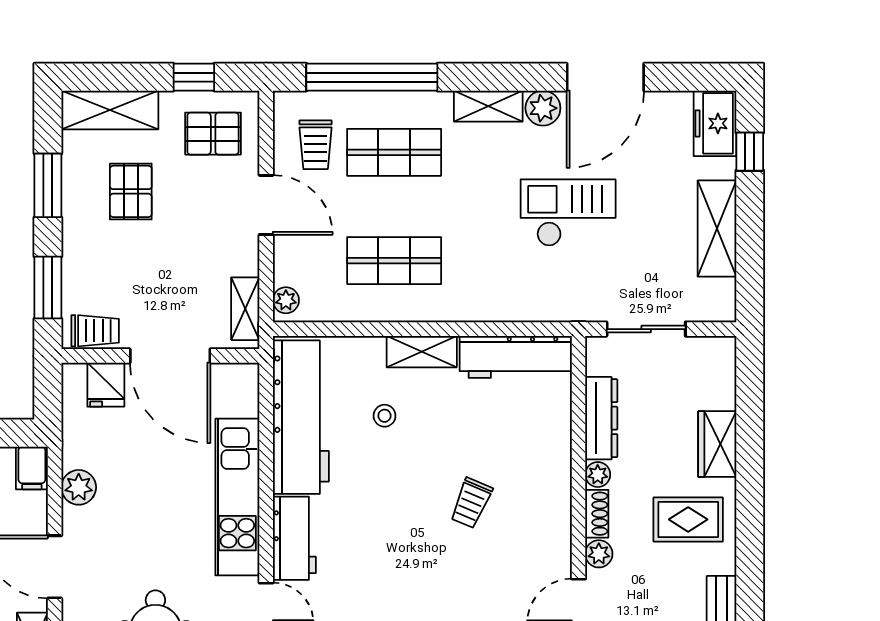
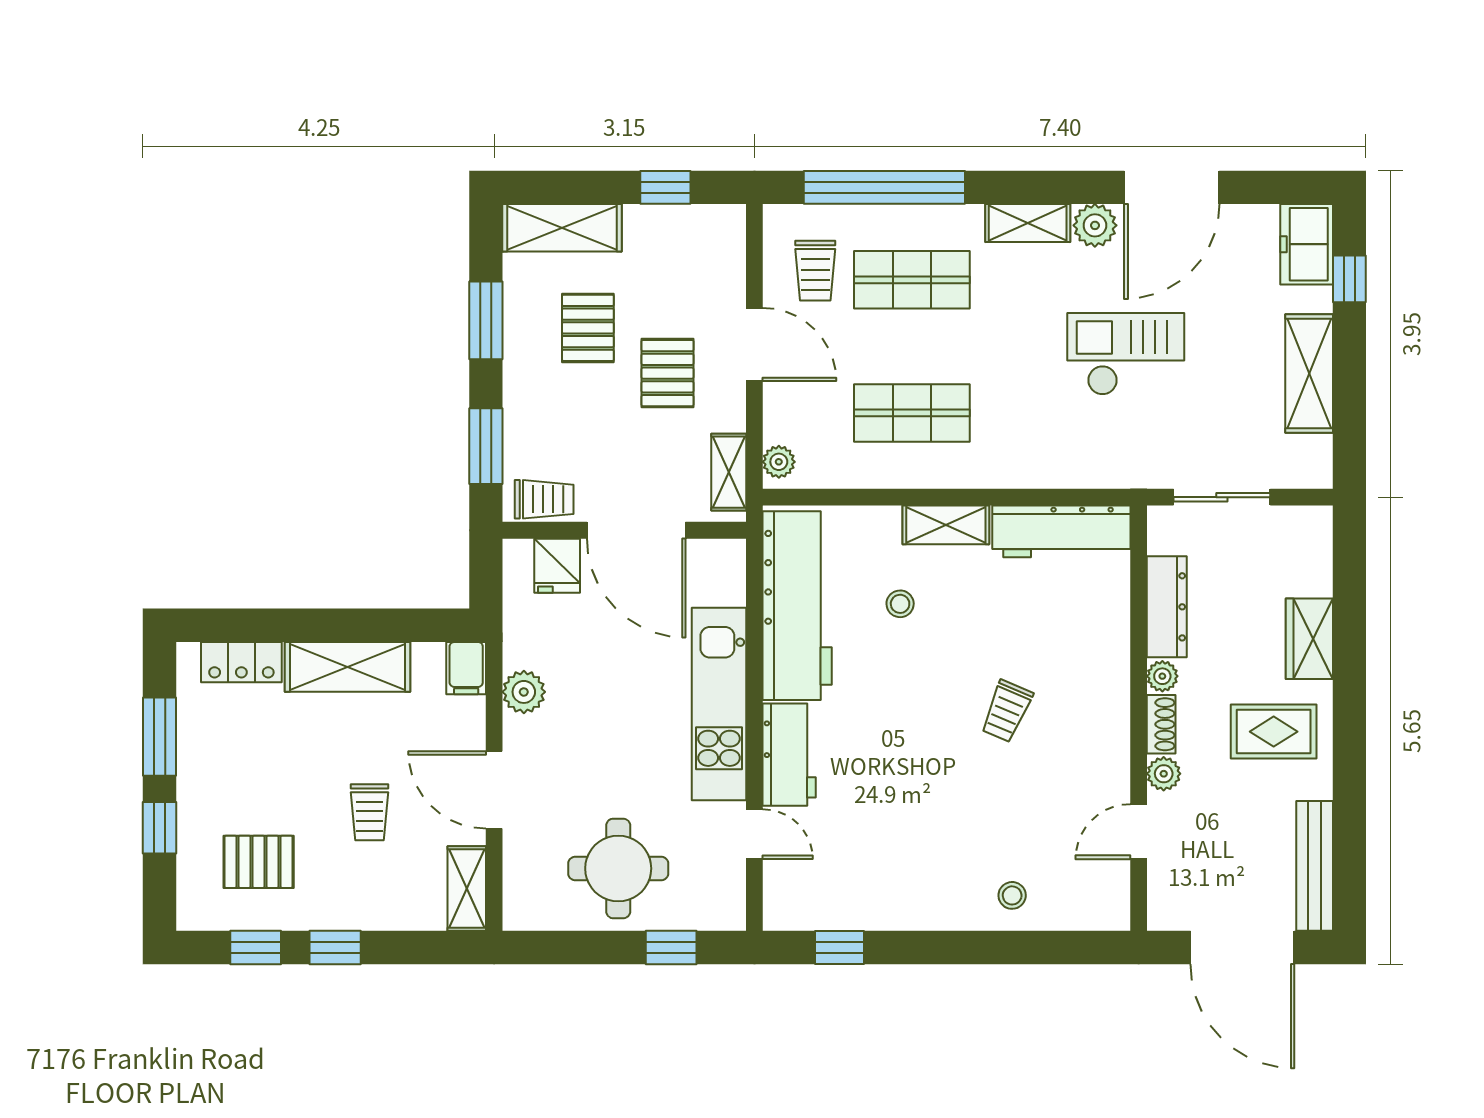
pallet: (213, 134) -> (667, 373), moved, turned 90

